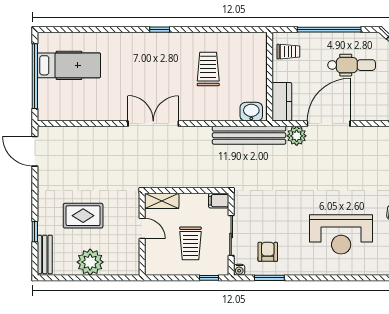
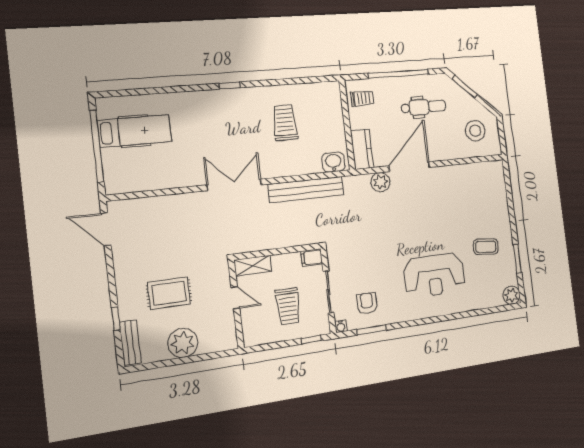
bench: (249, 135) -> (306, 190), moved

